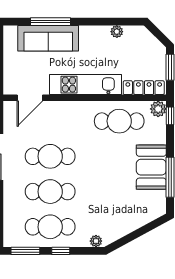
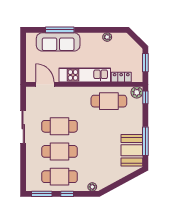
locker: (144, 88) -> (121, 77), width x0.66
door: (30, 98) -> (45, 84), swing flipped
booth: (151, 167) -> (132, 150), moved

